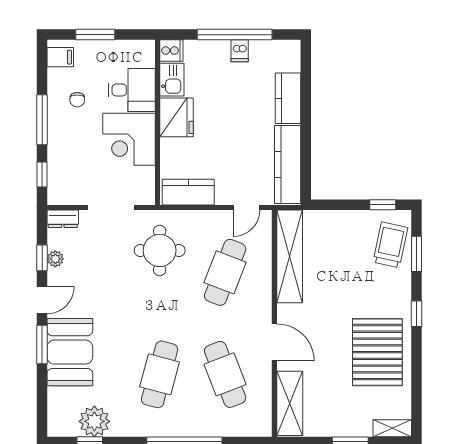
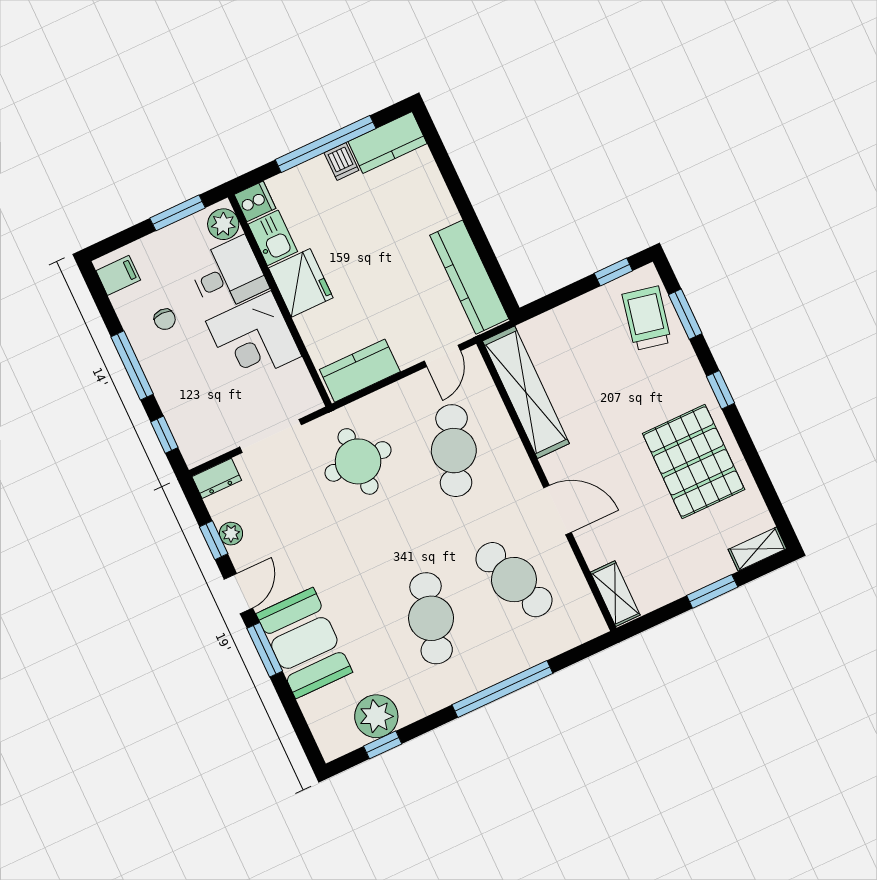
window: (95, 35) -> (178, 213), moved
plant: (144, 56) -> (223, 224), added
kitchen counter: (288, 98) -> (387, 143), moved, turned -90
shelving: (290, 403) -> (615, 594), width x0.67, depth x0.75

